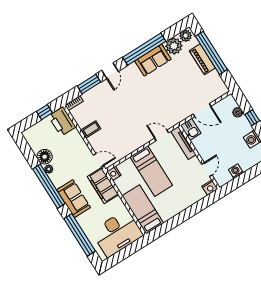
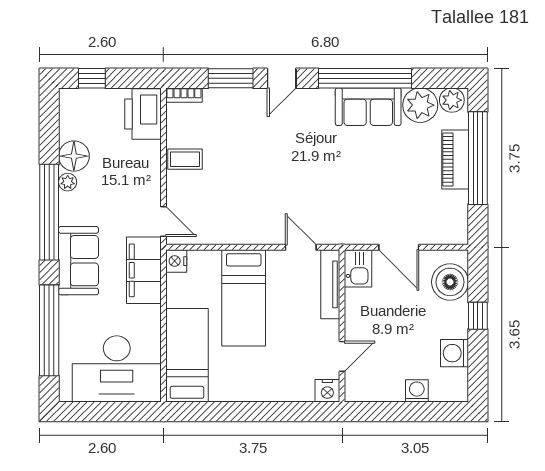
window: (44, 112) -> (92, 78), moved
boiler: (238, 112) -> (450, 282), width x1.86, depth x1.86
washing machine: (236, 171) -> (417, 391), moved

